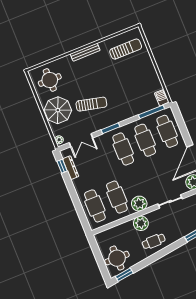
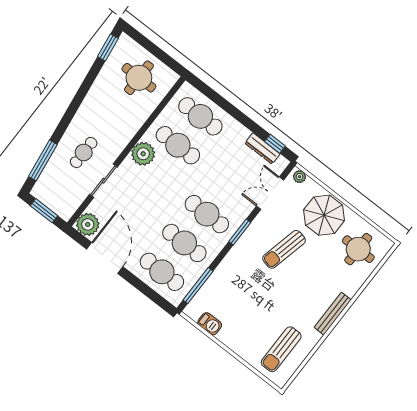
barbecue: (162, 98) -> (210, 324), moved
plant: (141, 223) -> (126, 129), removed
cafe table: (154, 241) -> (84, 152), moved
round table: (117, 258) -> (139, 78), moved

